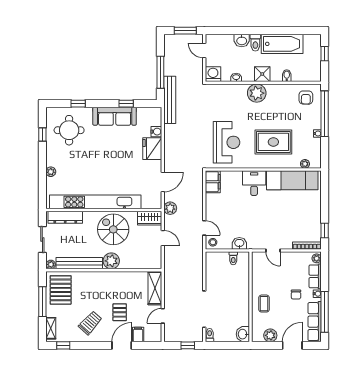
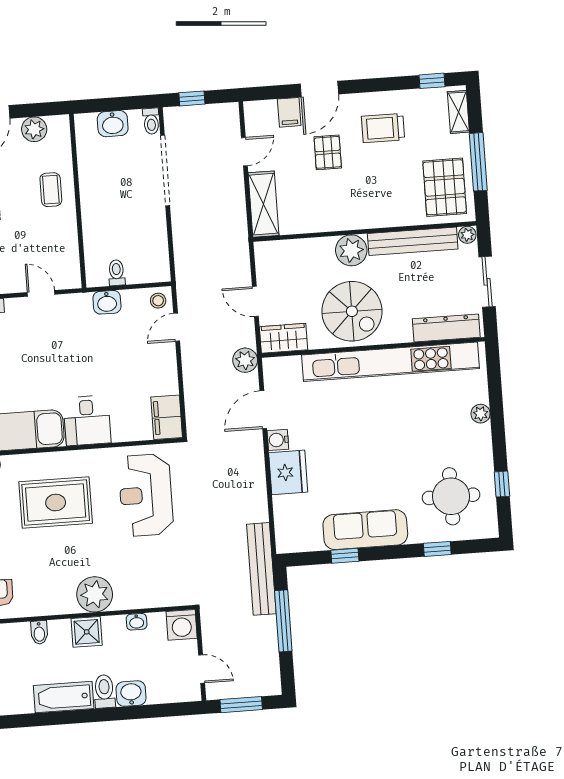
bathtub: (282, 44) -> (64, 697), width x0.73, depth x0.73
water cooler: (156, 132) -> (278, 440), moved
door: (204, 228) -> (177, 327), hinge flipped
trolley: (90, 323) -> (383, 128), turned 48
washbasin: (243, 334) -> (113, 124), moved, turned 90

